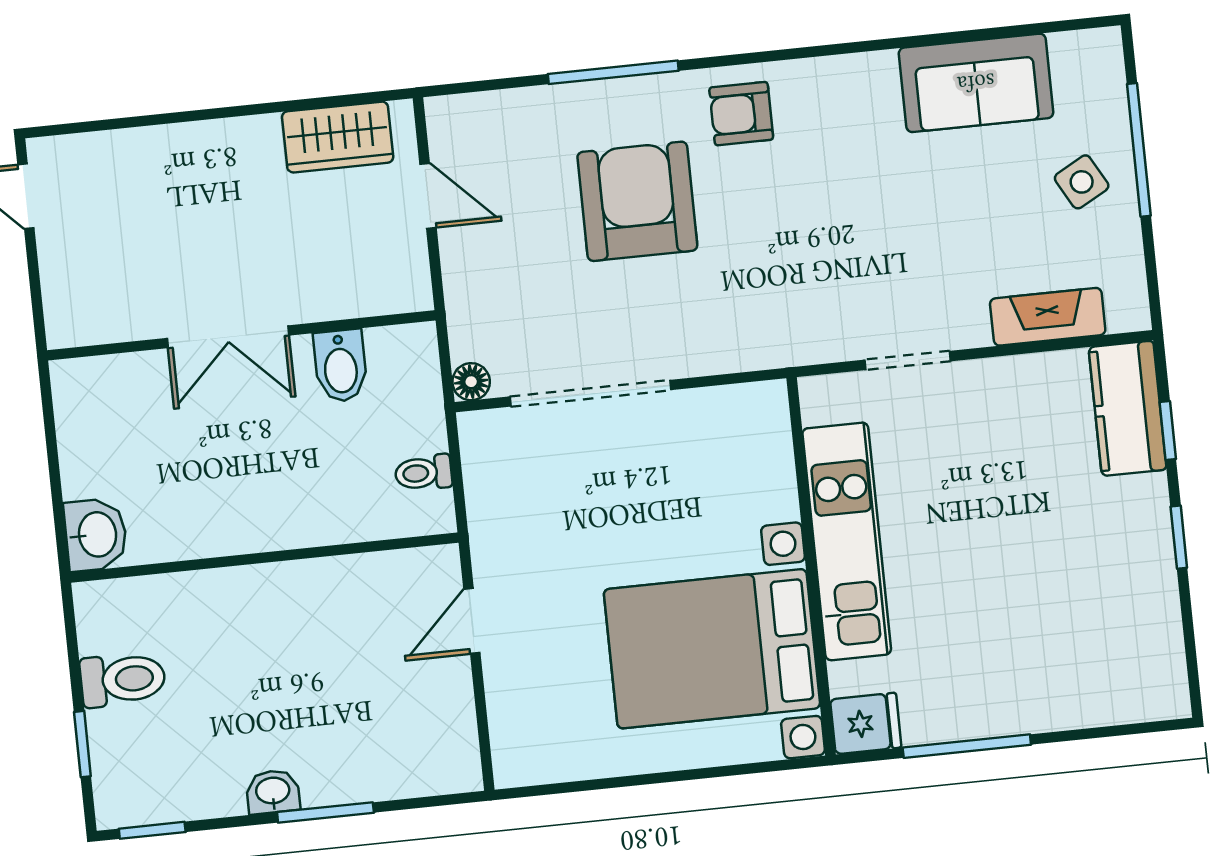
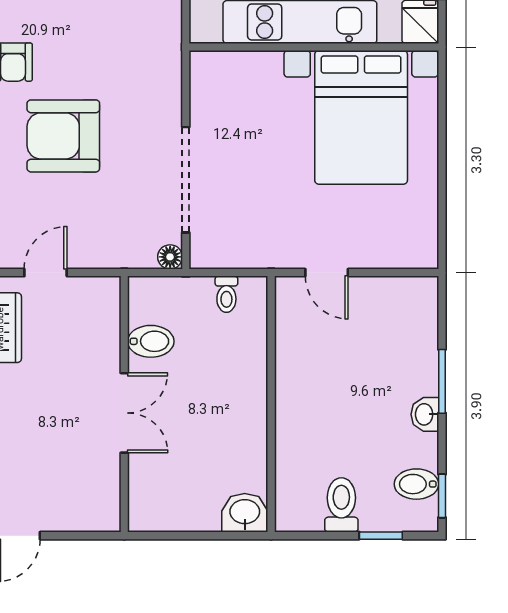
bidet: (166, 790) -> (416, 484), added

